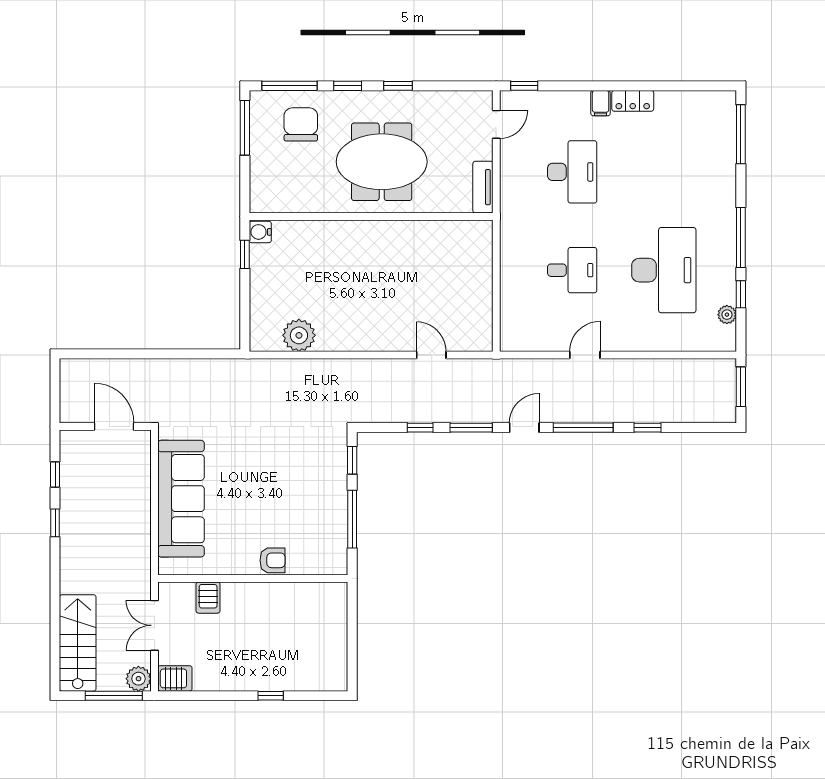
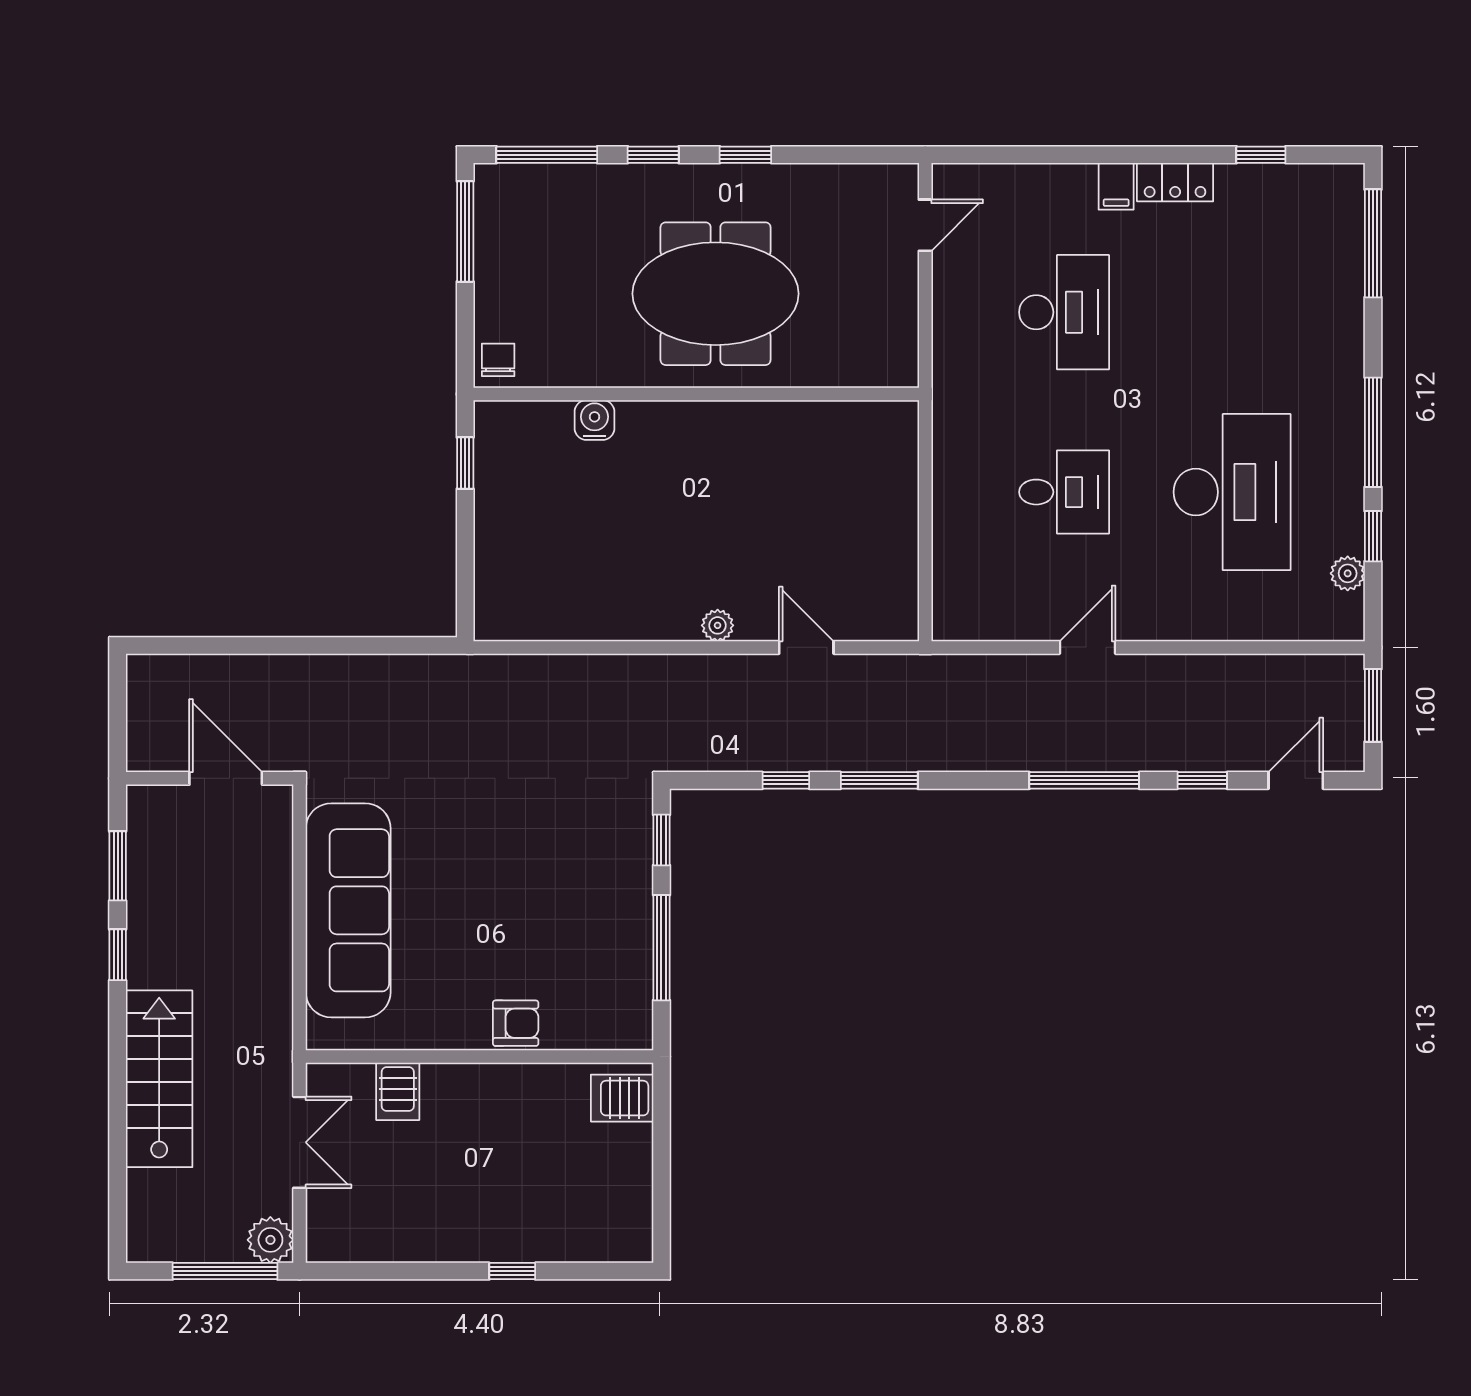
window: (524, 86) -> (1261, 155), moved
chair: (301, 124) -> (498, 360), moved, width x0.54, depth x0.54
tv unit: (483, 187) -> (901, 340), removed
water cooler: (260, 232) -> (595, 420), moved, turned 90
plant: (299, 335) -> (718, 625), moved, width x0.53, depth x0.53
door: (524, 428) -> (1296, 780), moved
window: (55, 474) -> (118, 866), width x1.50
double door: (154, 625) -> (300, 1142), swing flipped
stairs: (78, 643) -> (159, 1079), moved
server rack: (175, 678) -> (622, 1098), moved, turned 180

